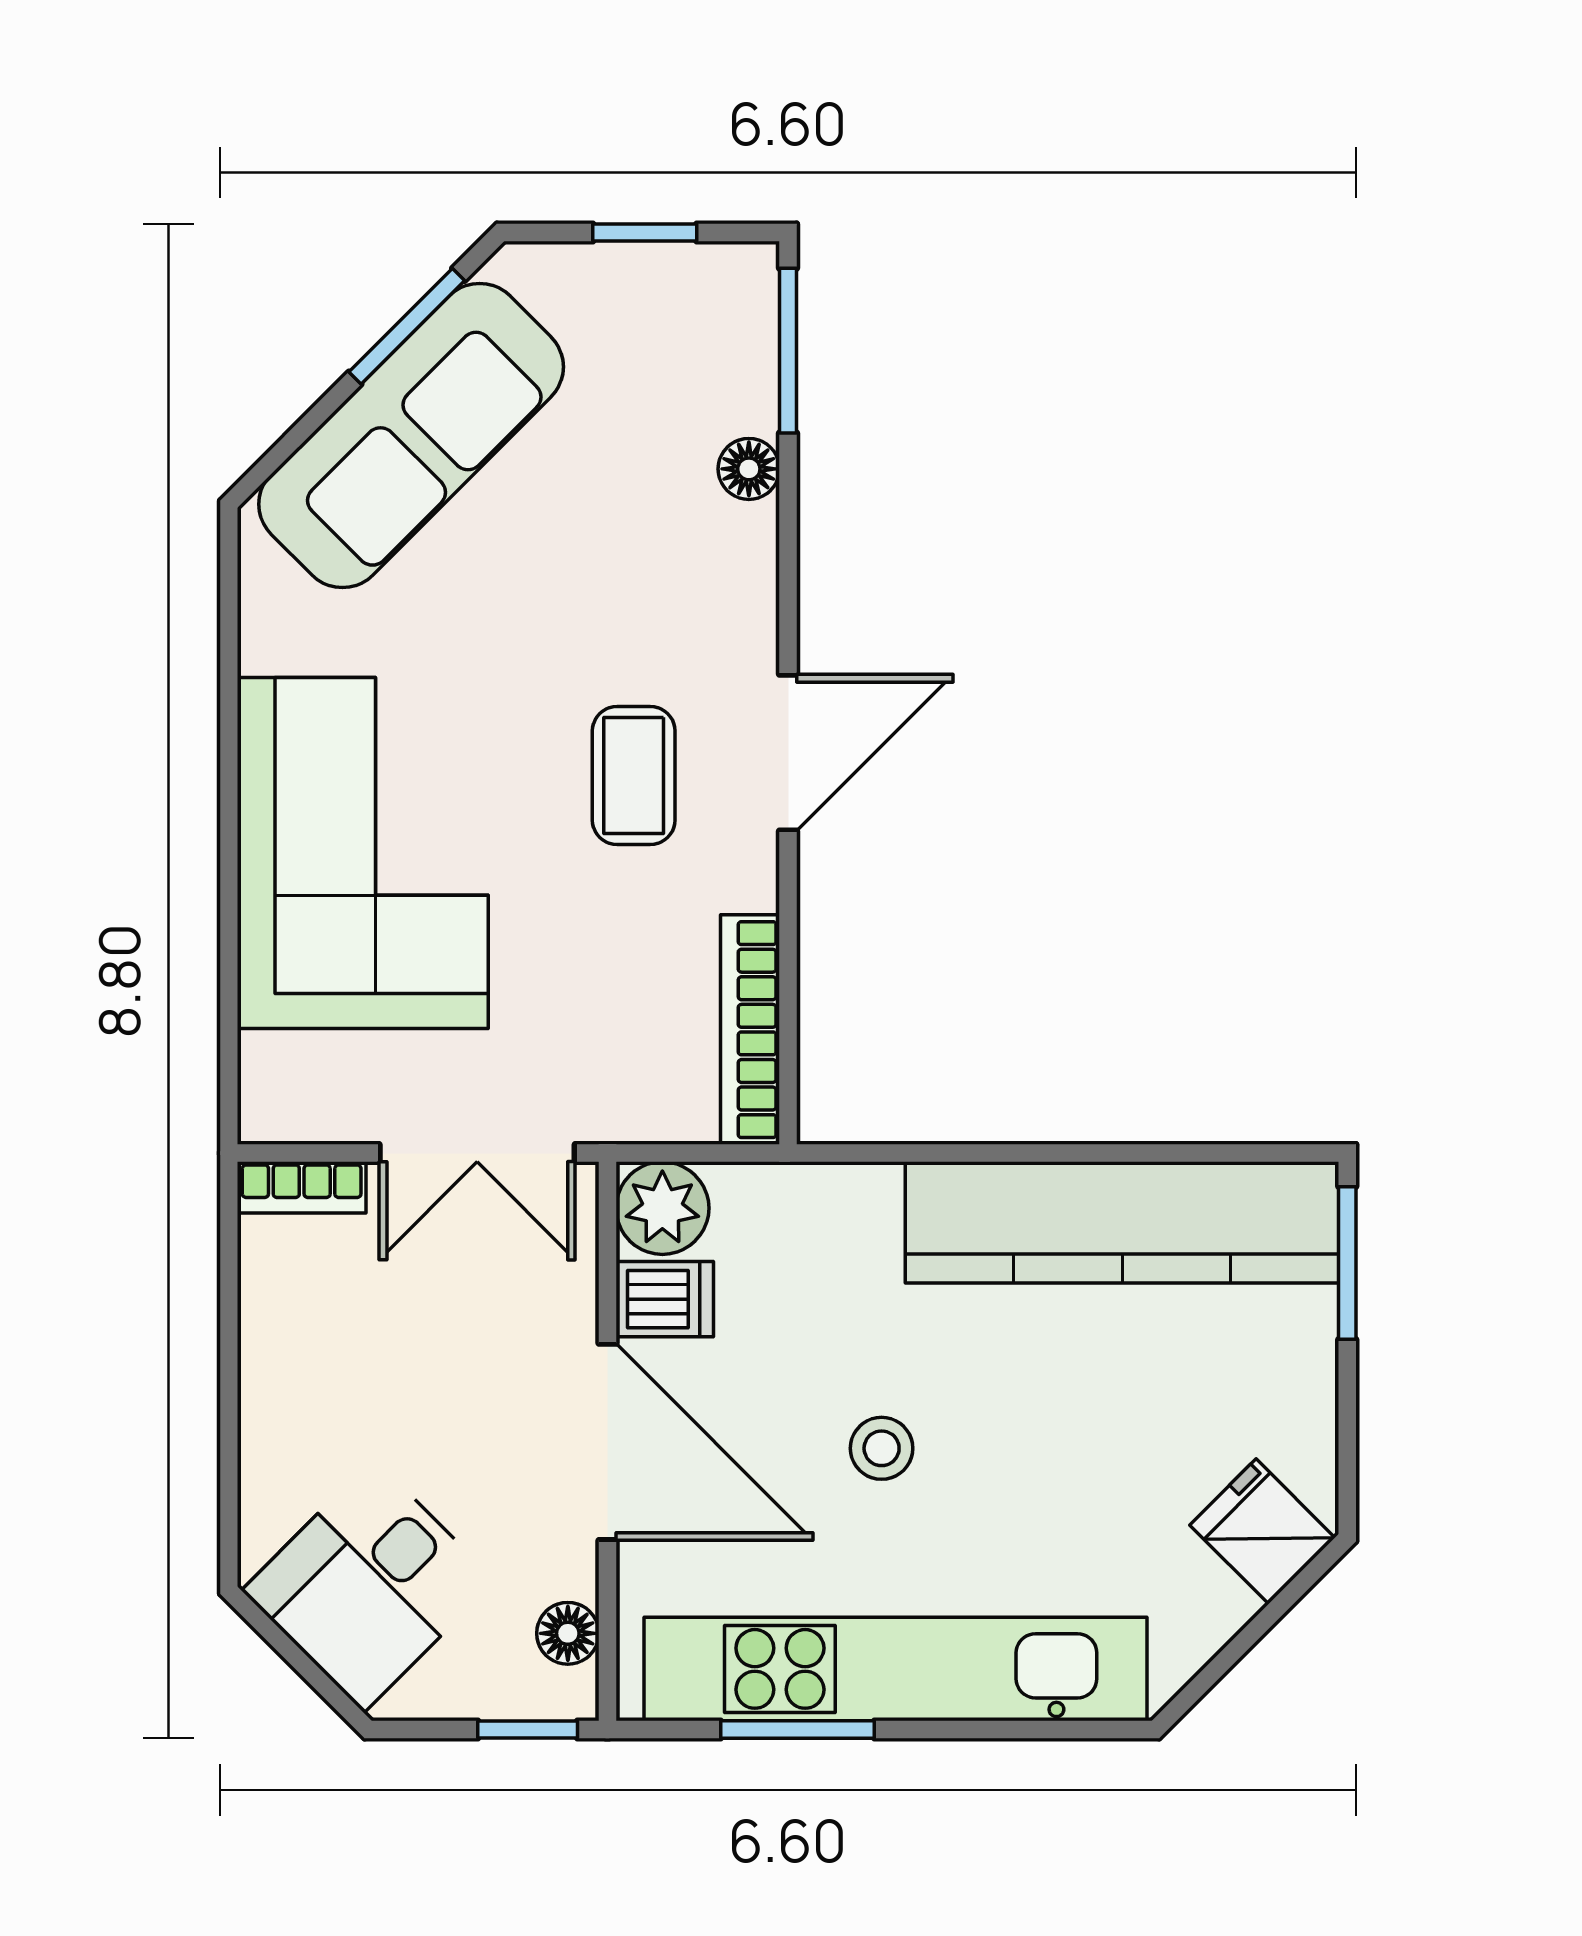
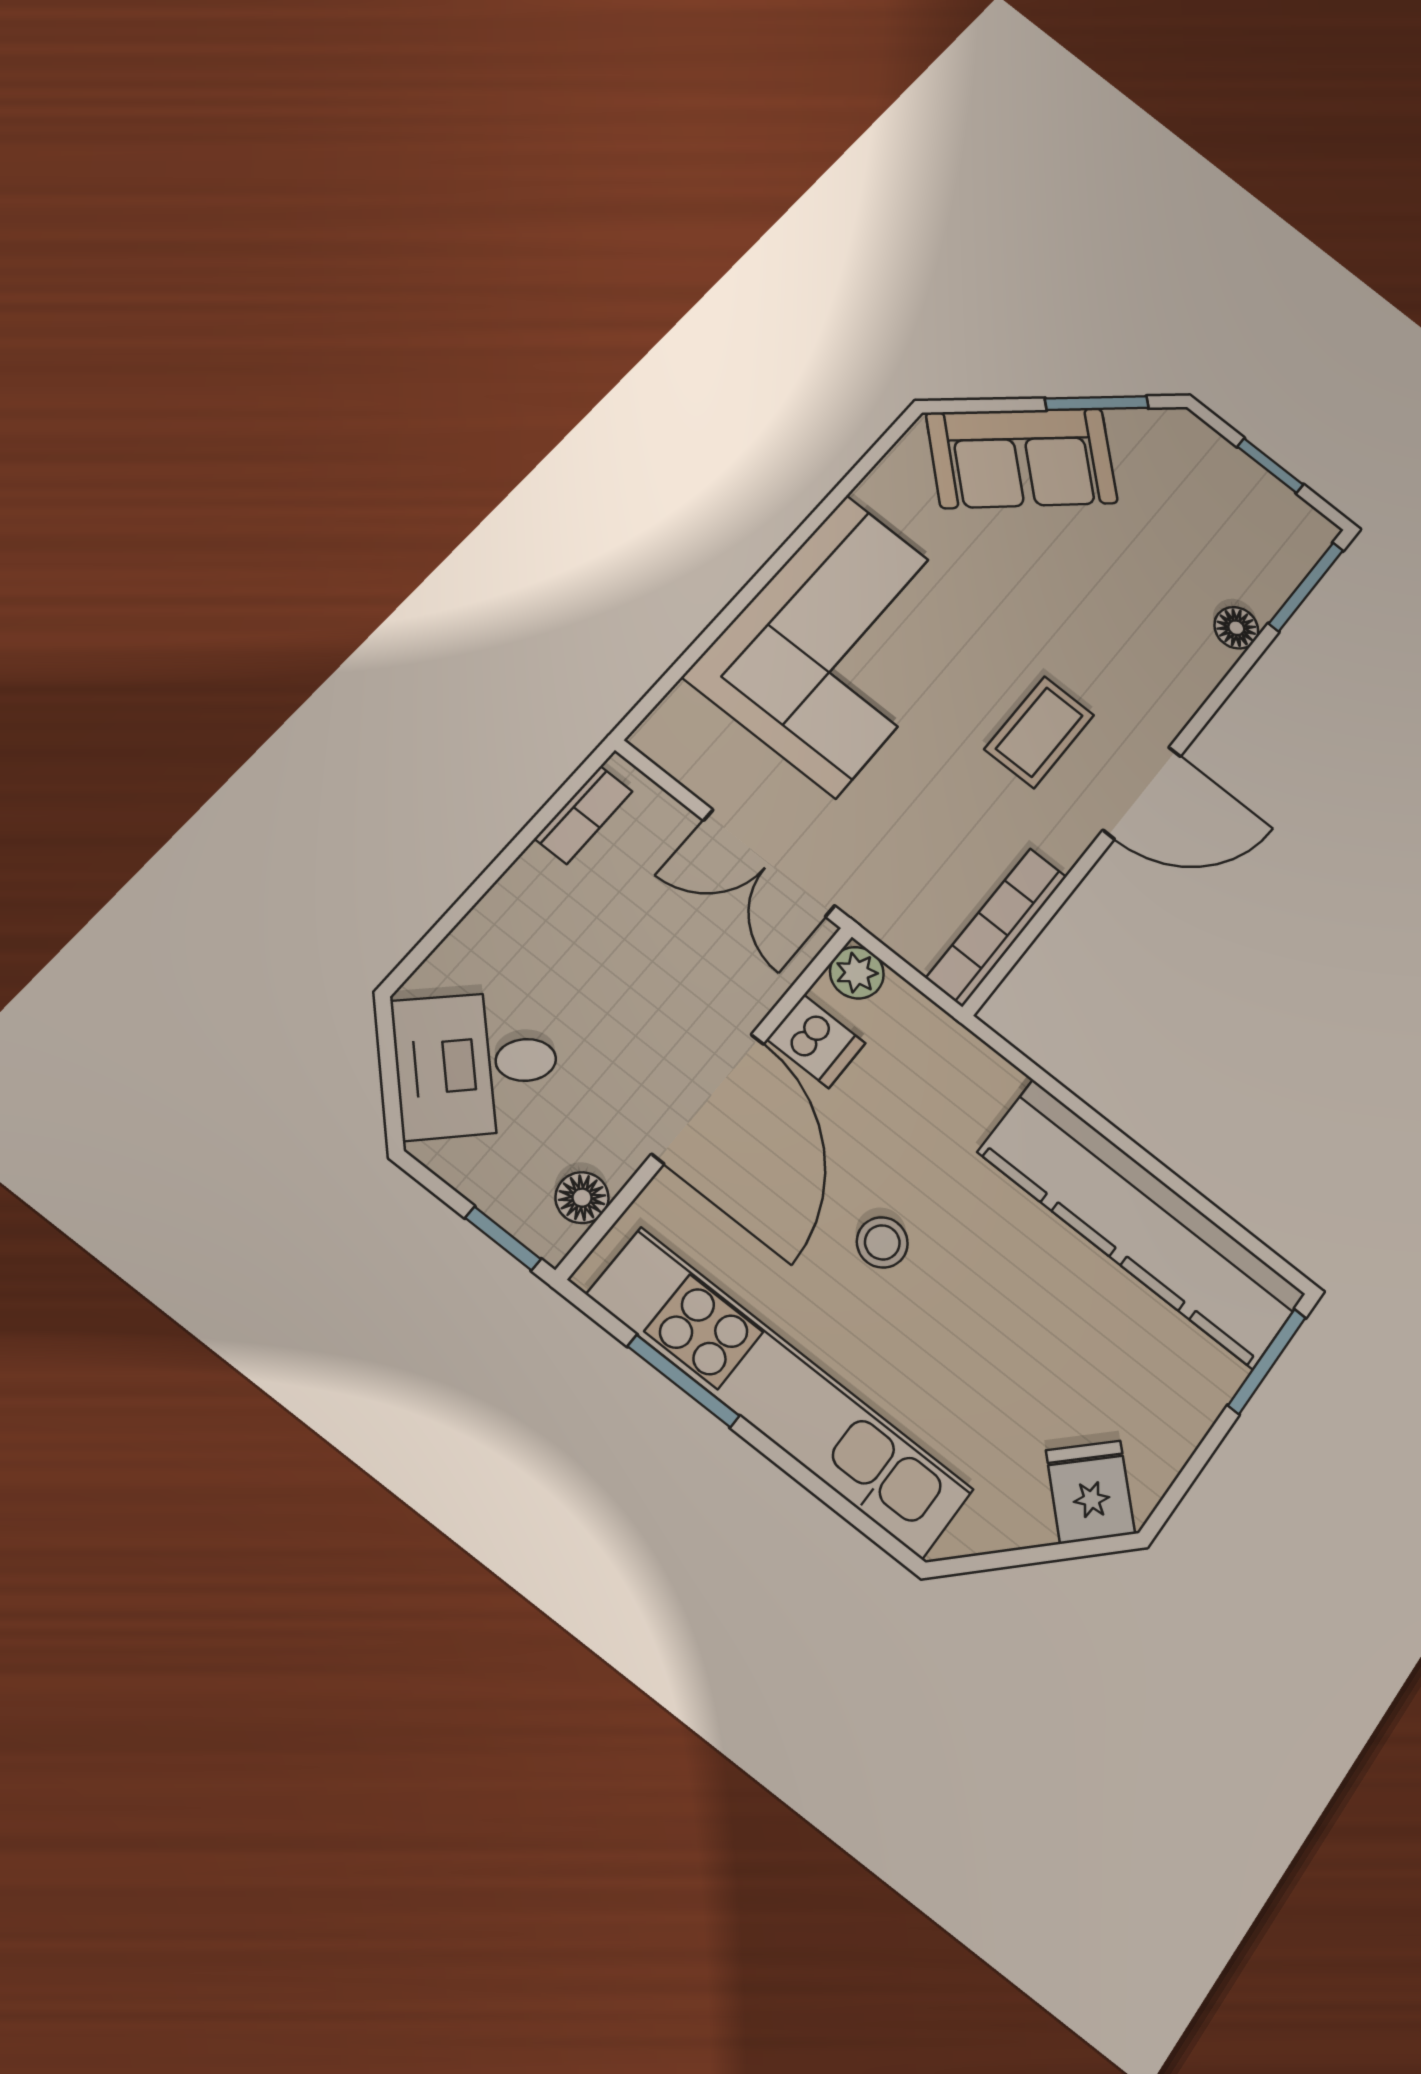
sofa: (411, 435) -> (1022, 458), width x0.73
bookcase: (302, 1187) -> (583, 815), moved, turned -90
plant: (662, 1208) -> (857, 973), width x0.73, depth x0.73

